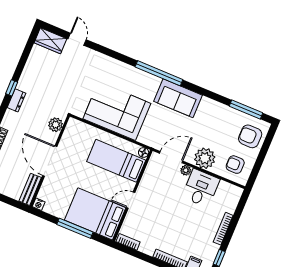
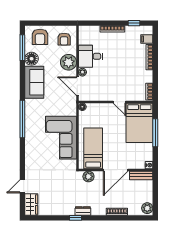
sofa: (178, 98) -> (34, 82), moved
floor lamp: (228, 115) -> (32, 59), added
bed: (116, 161) -> (93, 148), moved, turned 180

